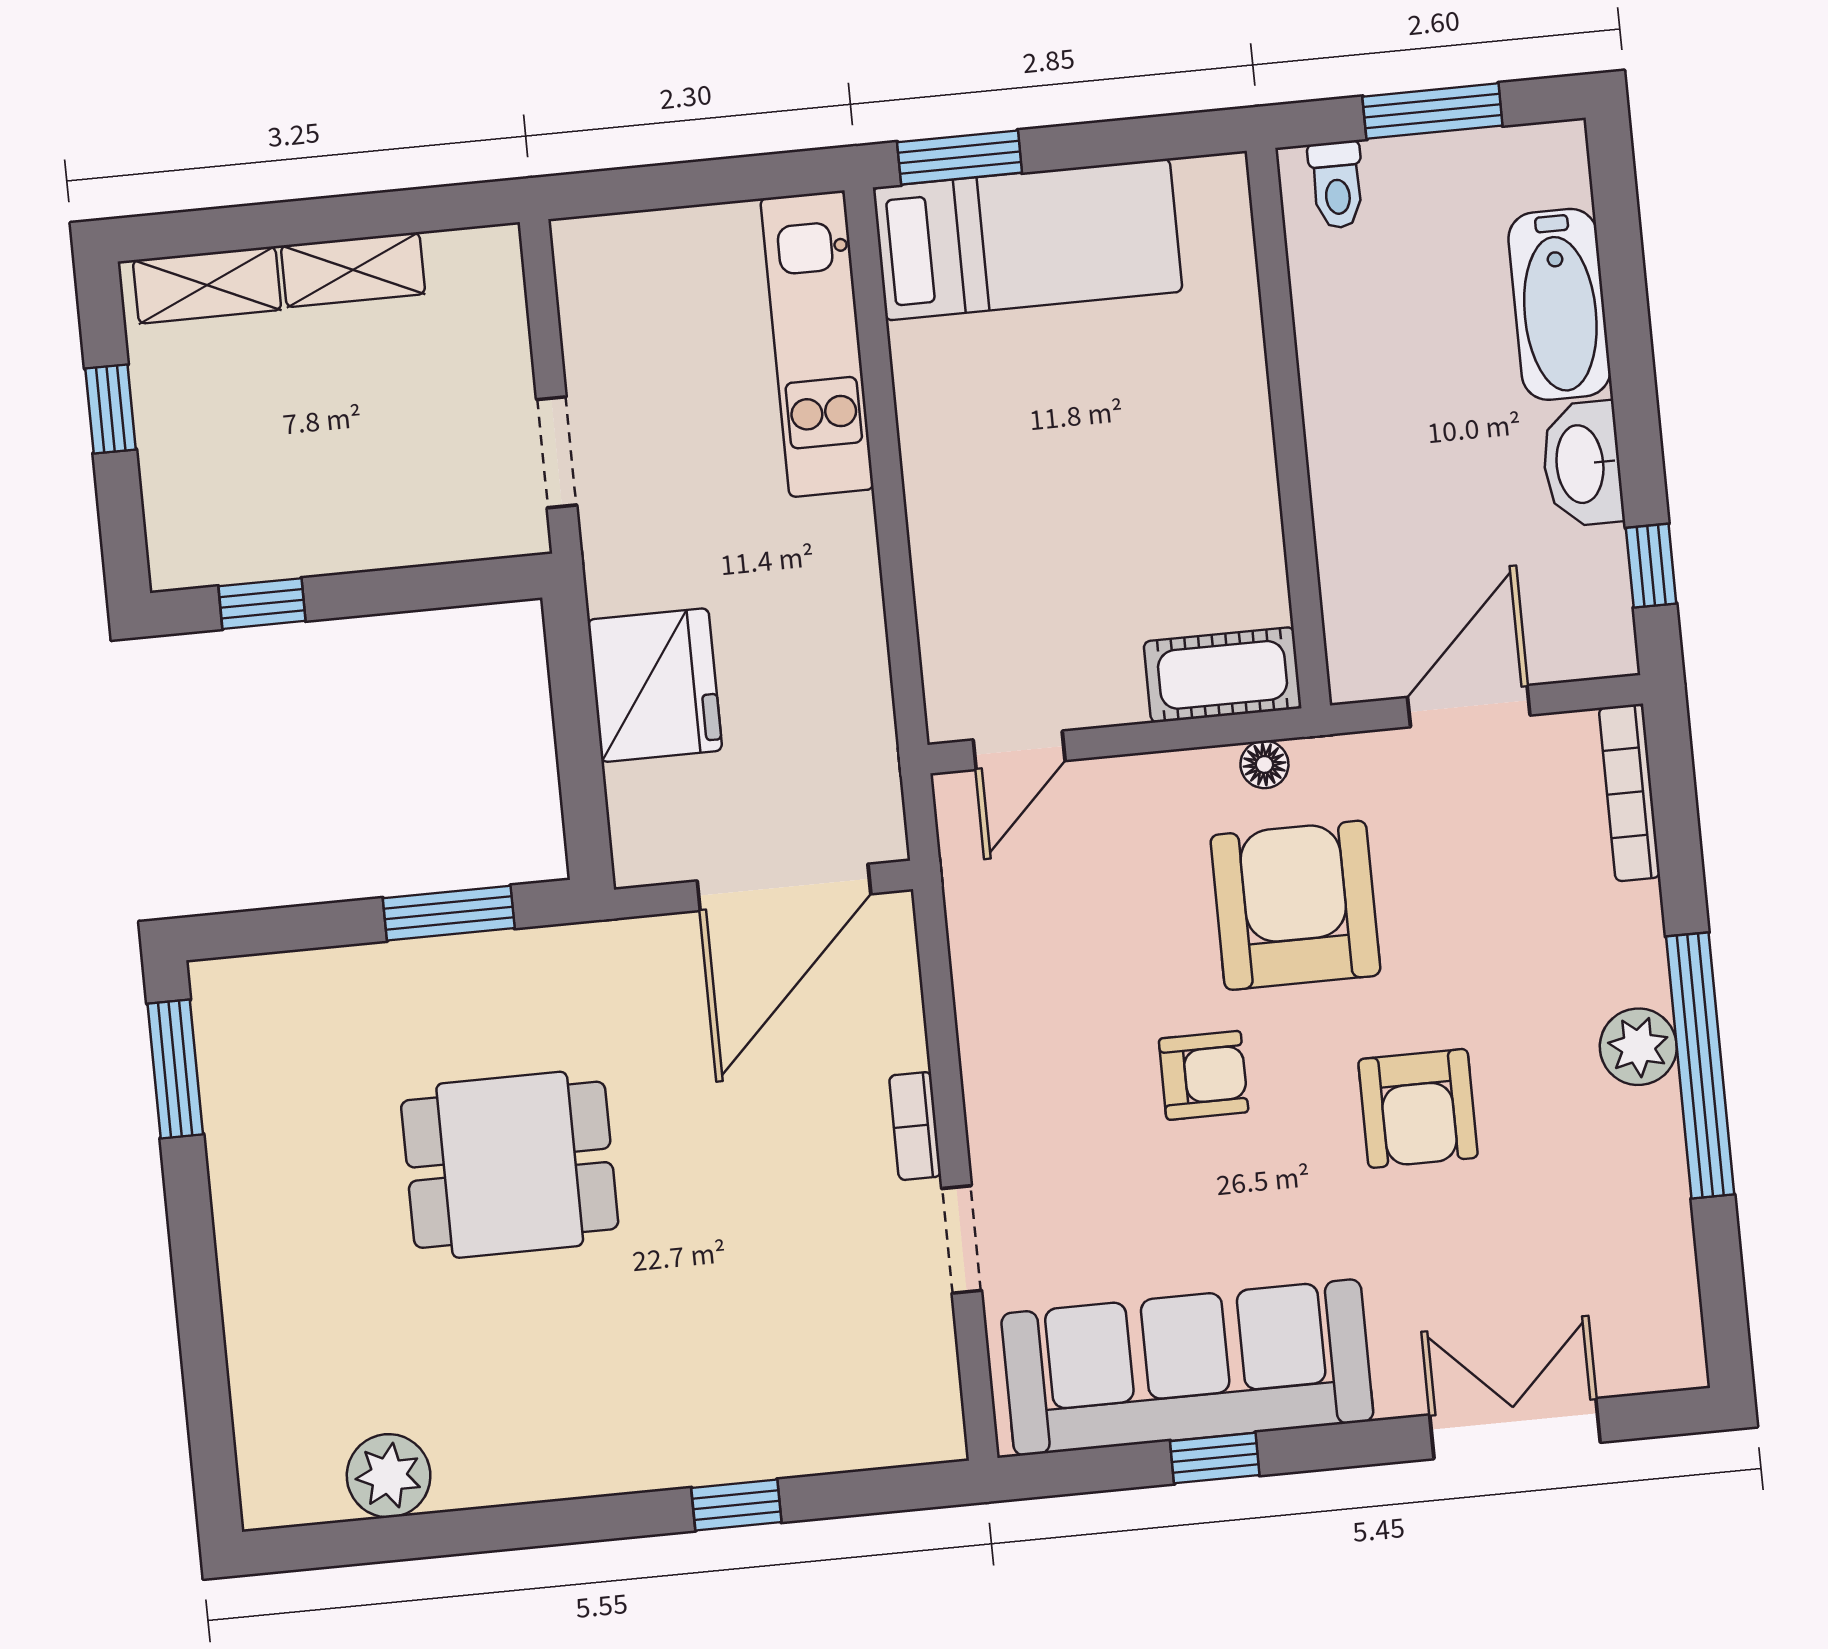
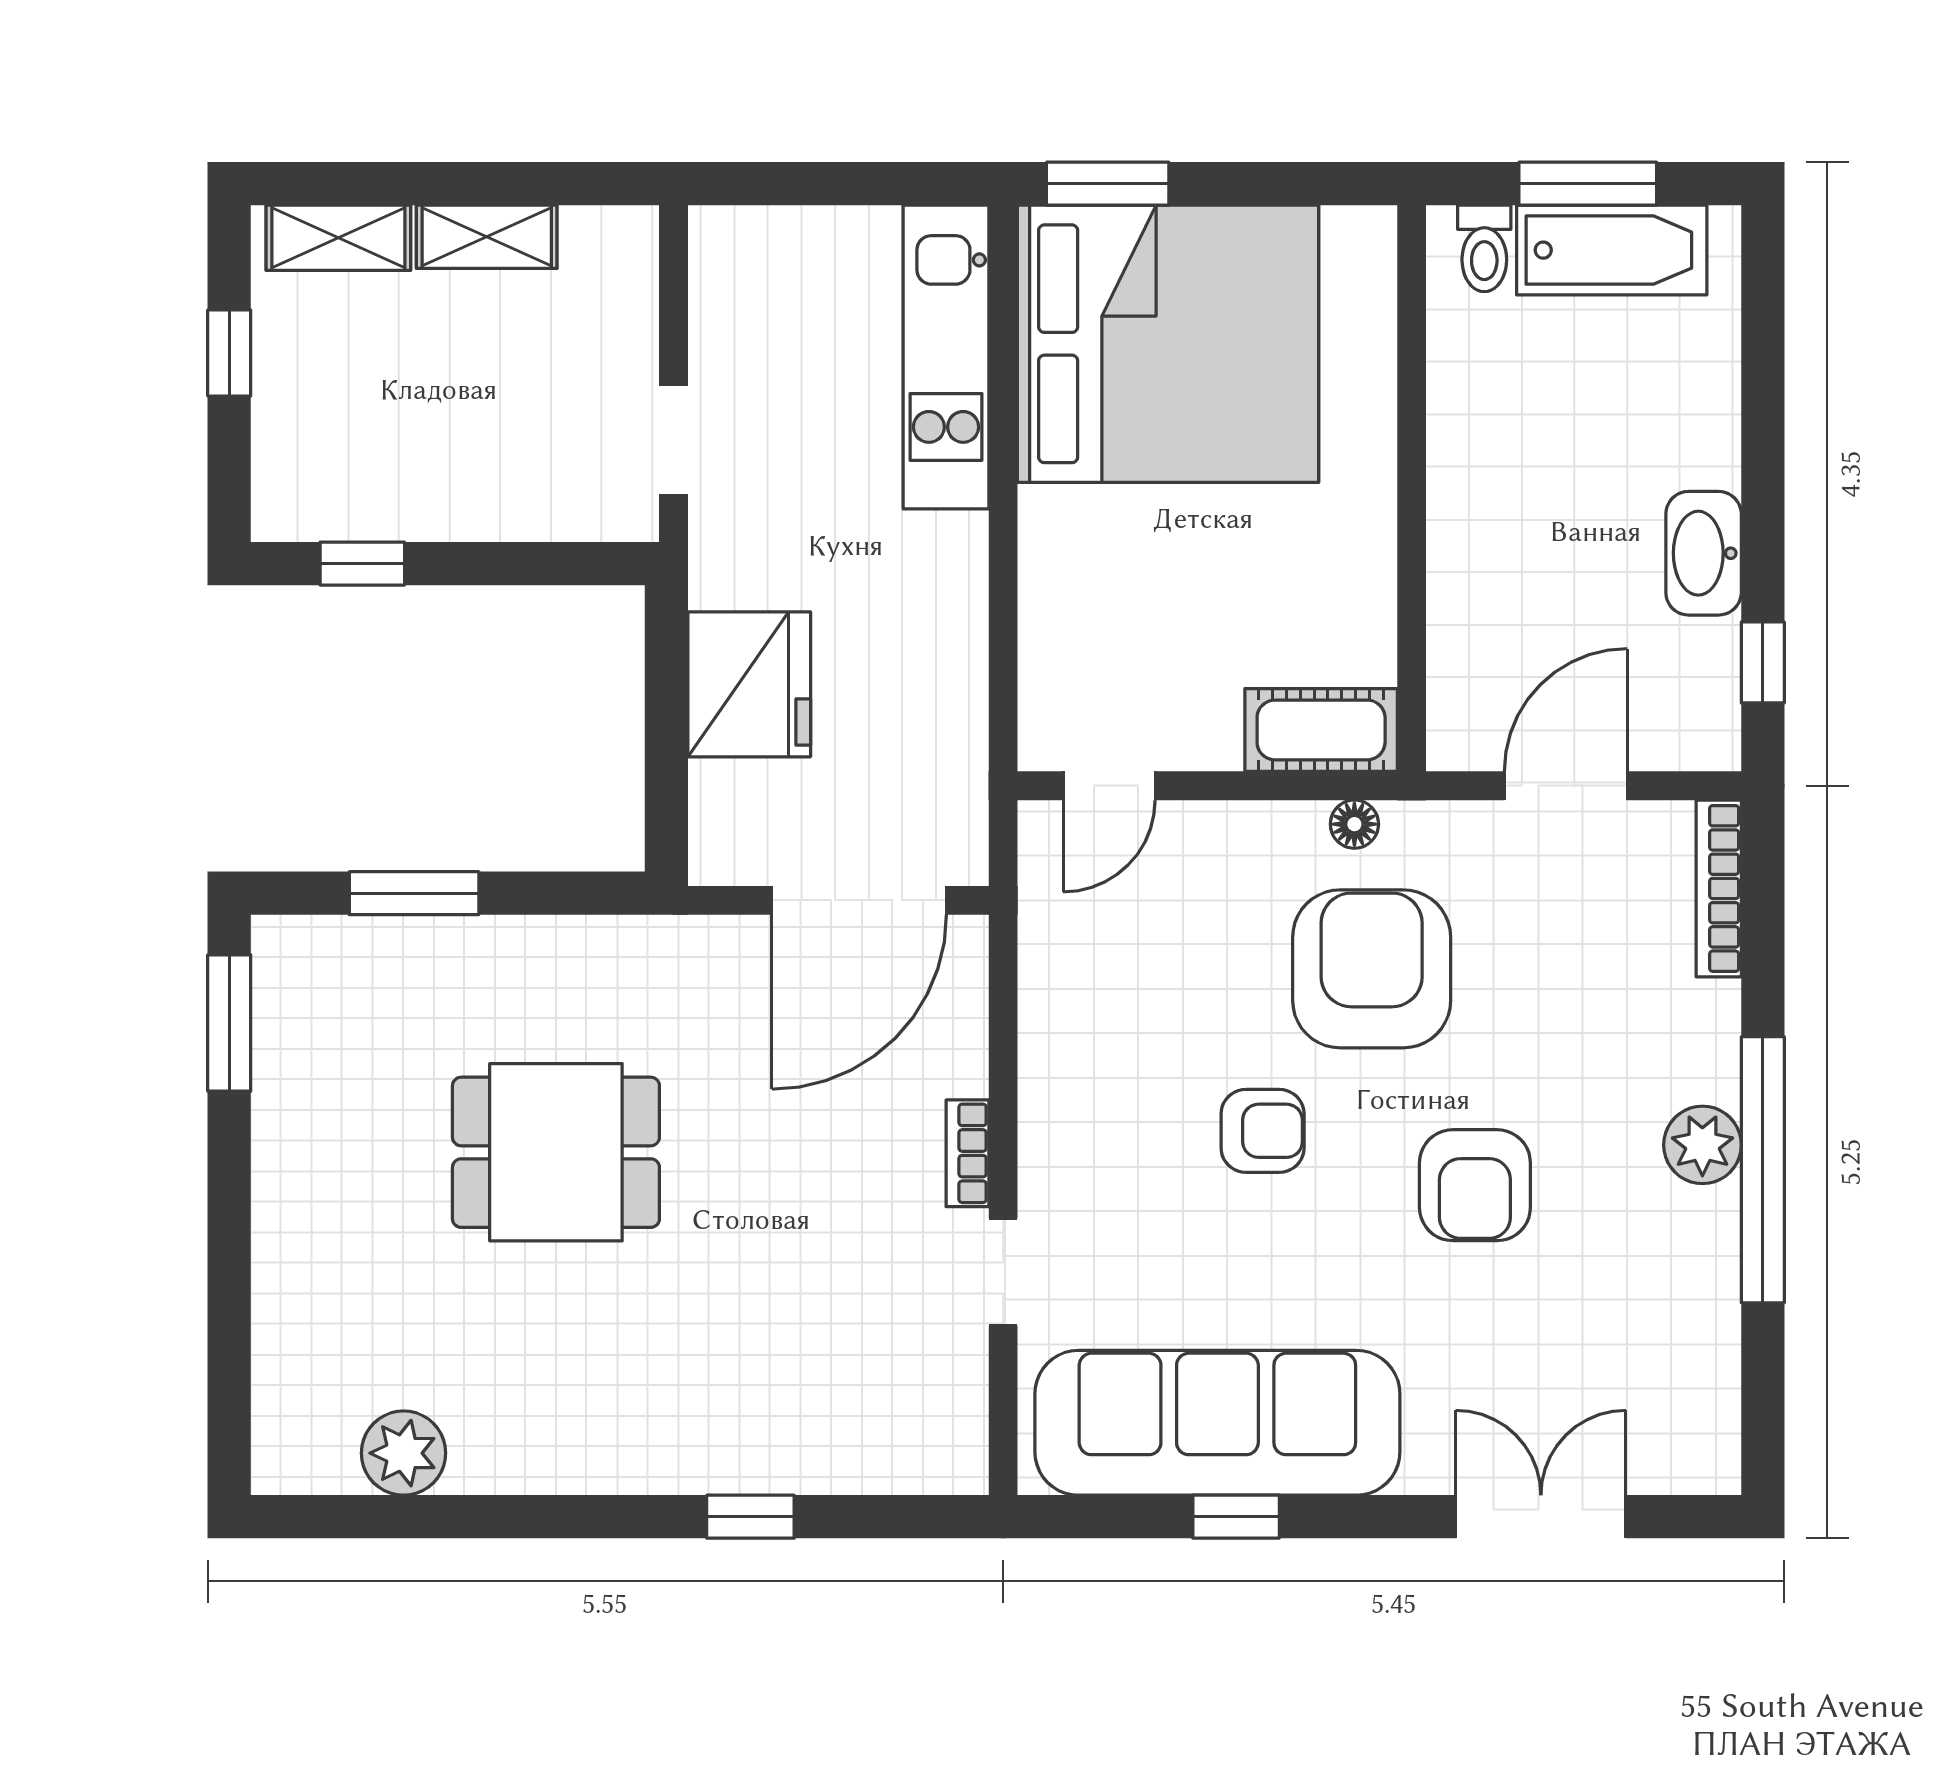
bed: (1028, 240) -> (1168, 344), width x2.04
bathtub: (1559, 304) -> (1612, 250), moved, turned -90
window: (449, 913) -> (414, 893), moved

